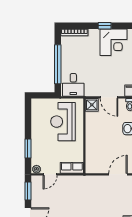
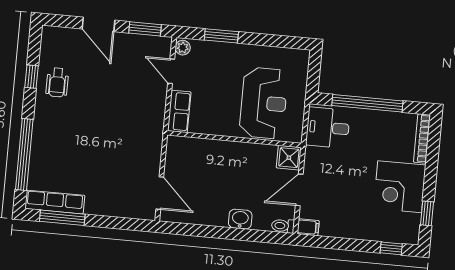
window: (105, 26) -> (427, 213), moved
corner desk: (113, 42) -> (400, 187), moved
reception desk: (63, 122) -> (264, 103), turned 90

